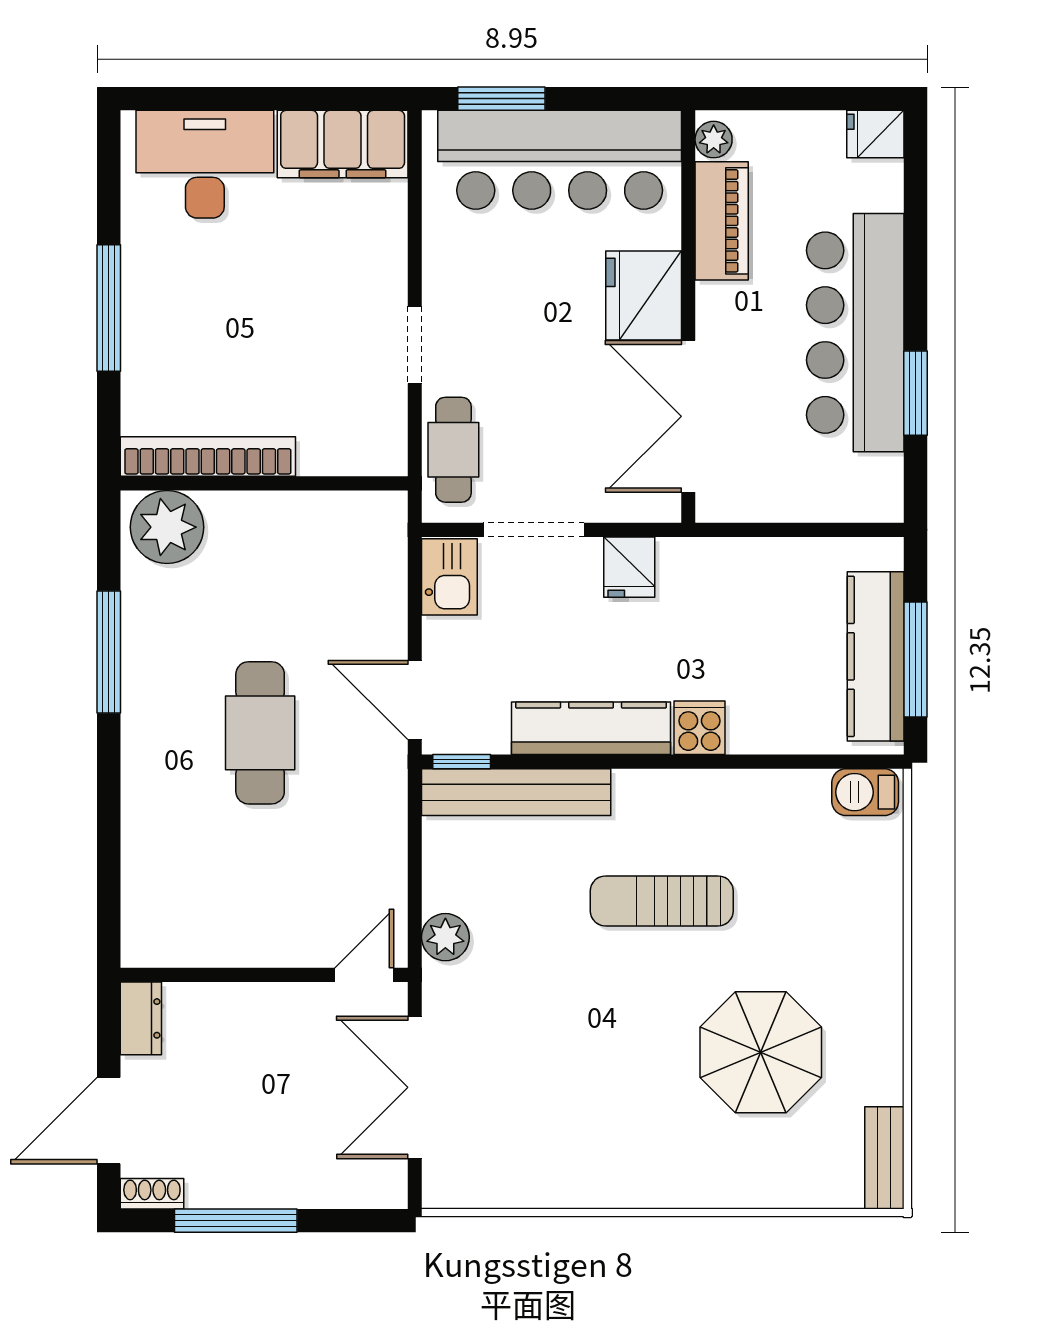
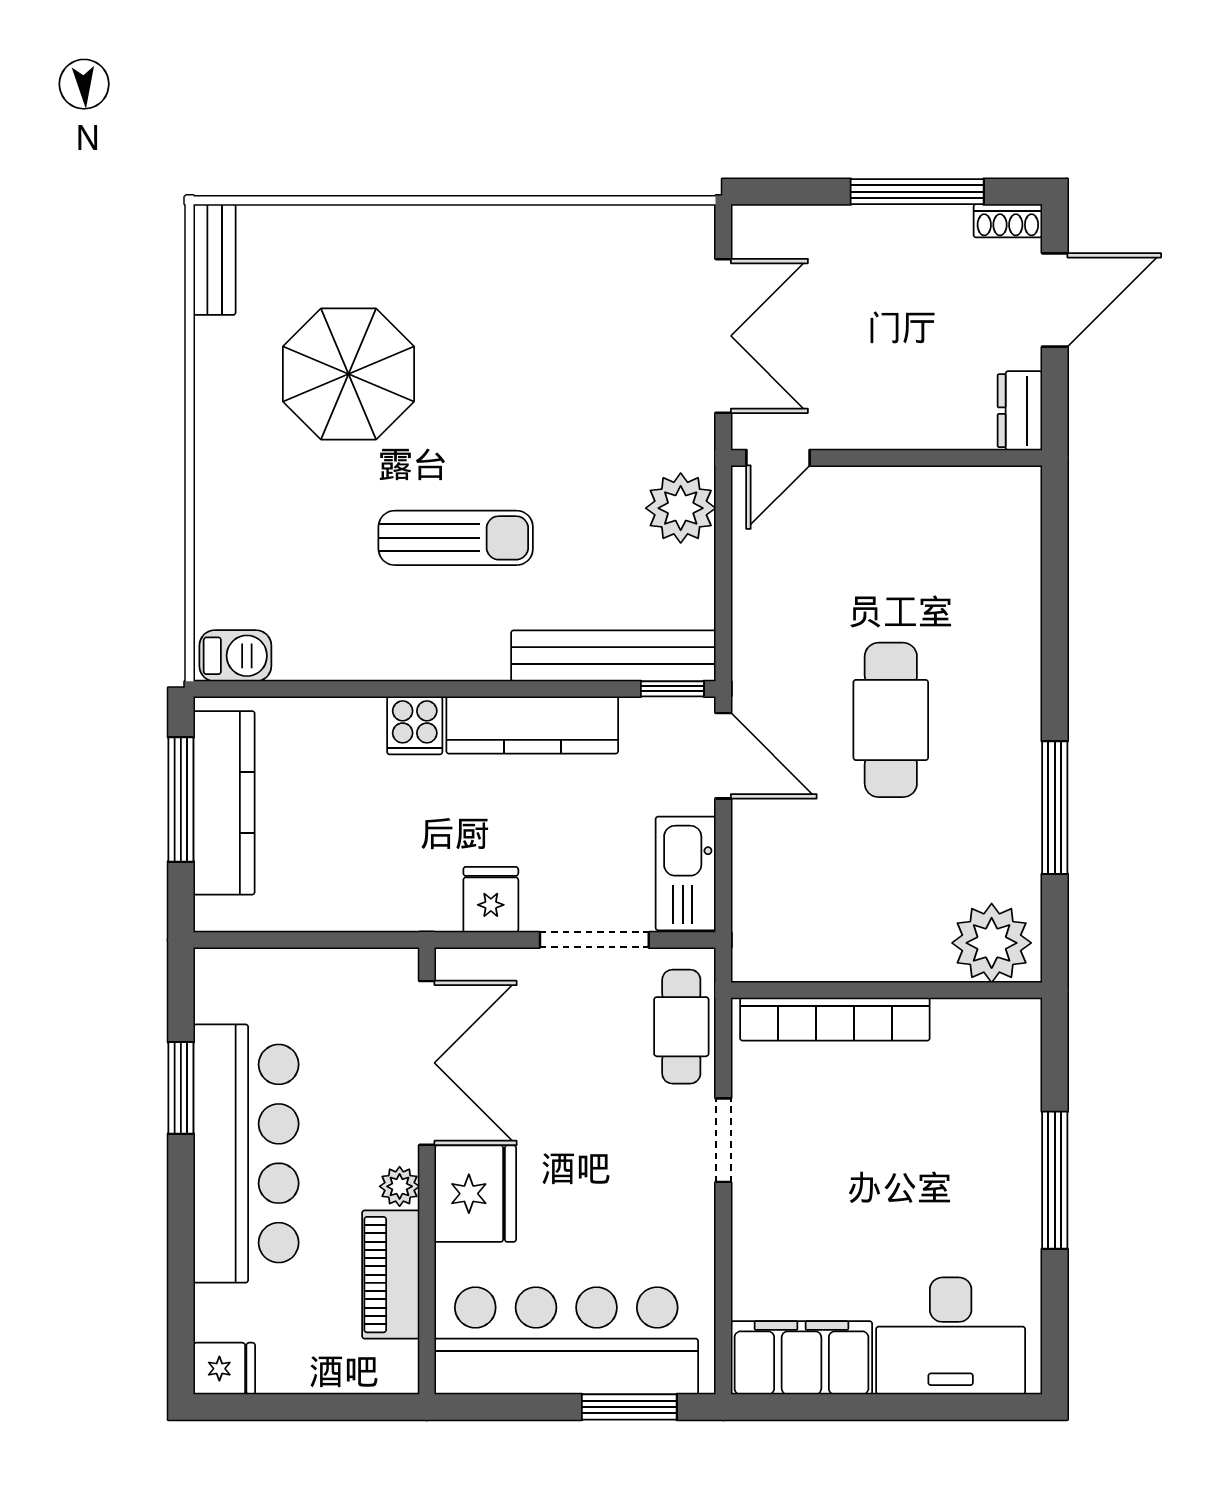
plant: (714, 140) -> (400, 1186), moved
bookcase: (208, 457) -> (835, 1019), moved
kitchen sink: (449, 577) -> (686, 873), width x1.38
plant: (445, 937) -> (681, 508), width x1.36, depth x1.36

